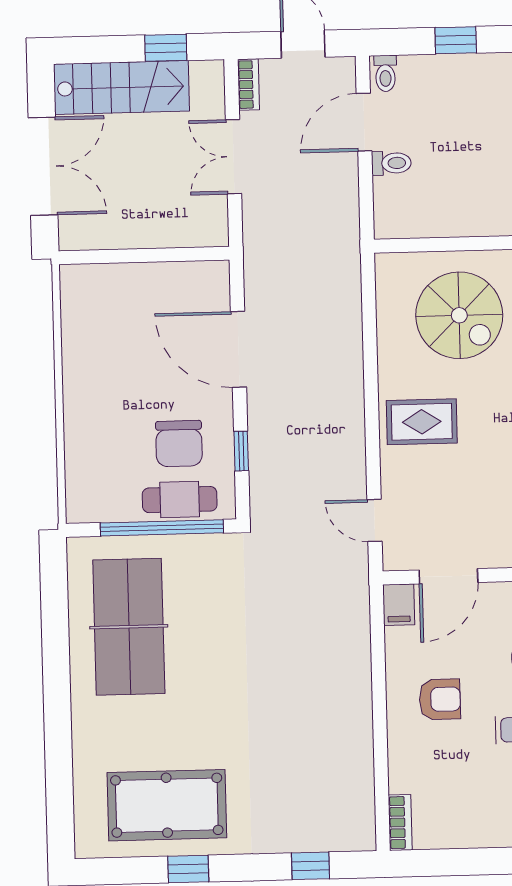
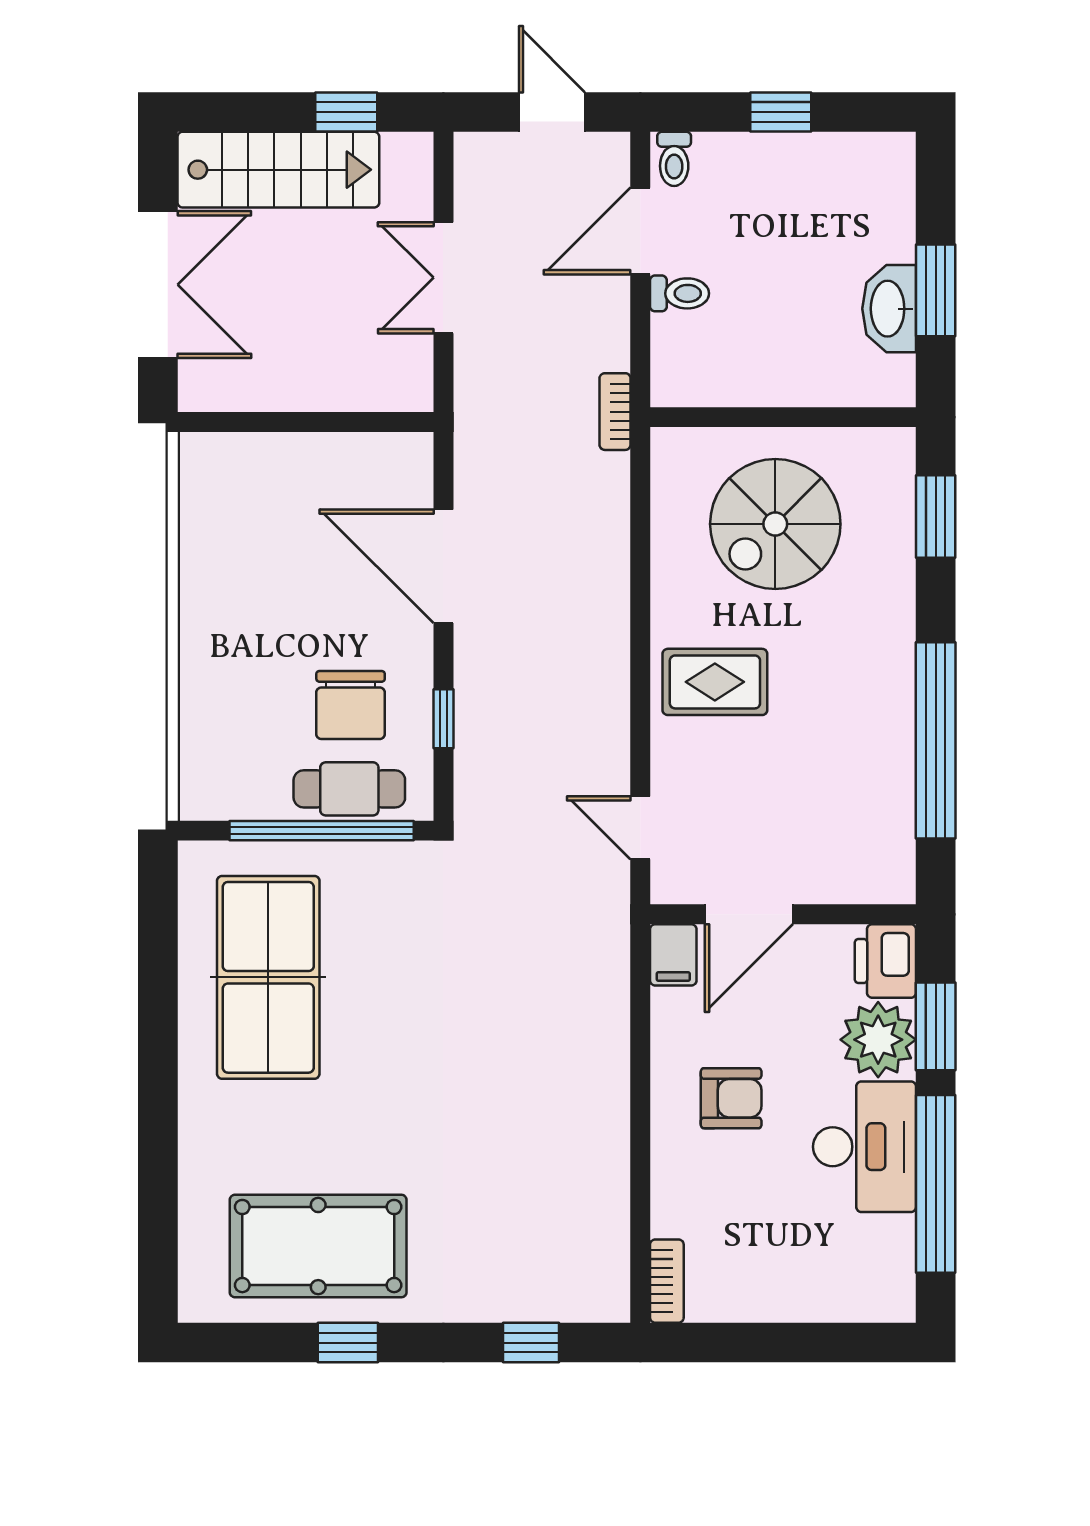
bookcase: (248, 84) -> (615, 412), moved, turned 180
spiral stairs: (459, 315) -> (775, 524), turned 90

